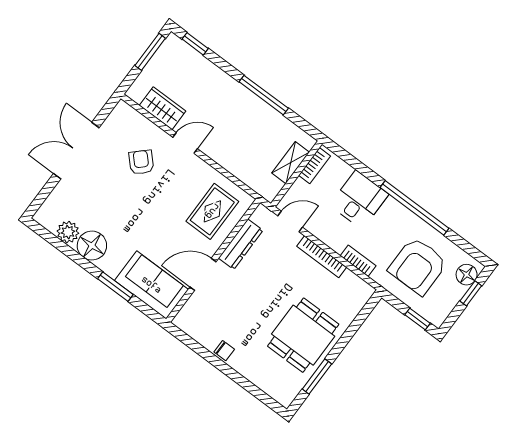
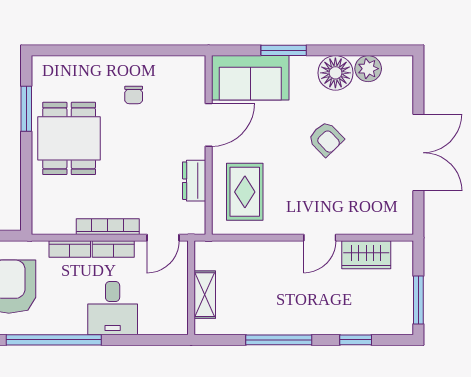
window: (195, 44) -> (356, 340), moved
armchair: (141, 162) -> (326, 139), moved
bookcase: (314, 166) -> (113, 249), moved, turned -90
dresser: (241, 244) -> (194, 181), width x0.70
chair: (224, 351) -> (134, 95), moved, turned -90

